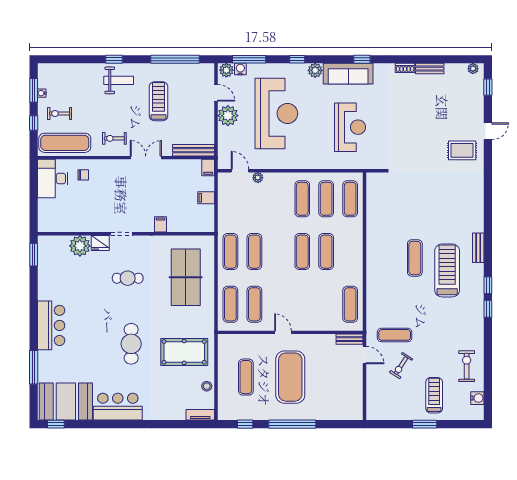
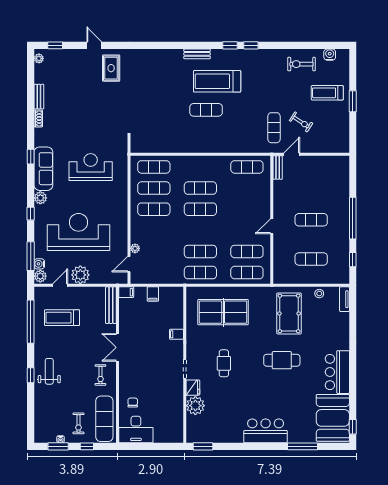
treadmill: (159, 101) -> (62, 318), moved
exercise mat: (290, 377) -> (311, 220), width x0.50, depth x0.69

